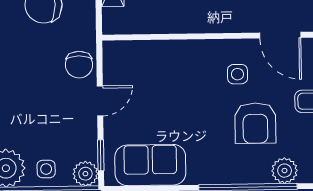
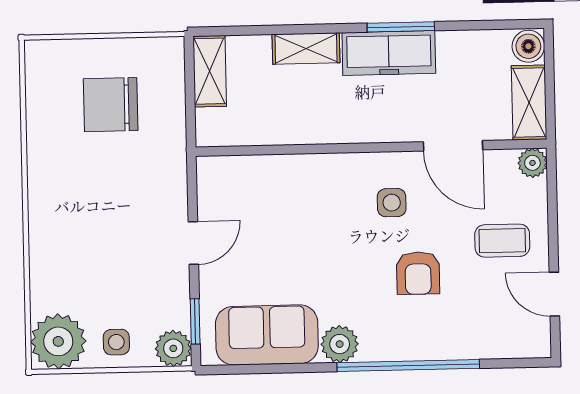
chair: (79, 65) -> (163, 191), removed
armchair: (255, 123) -> (418, 273), width x0.72, depth x0.72
plant: (285, 171) -> (340, 344), moved

